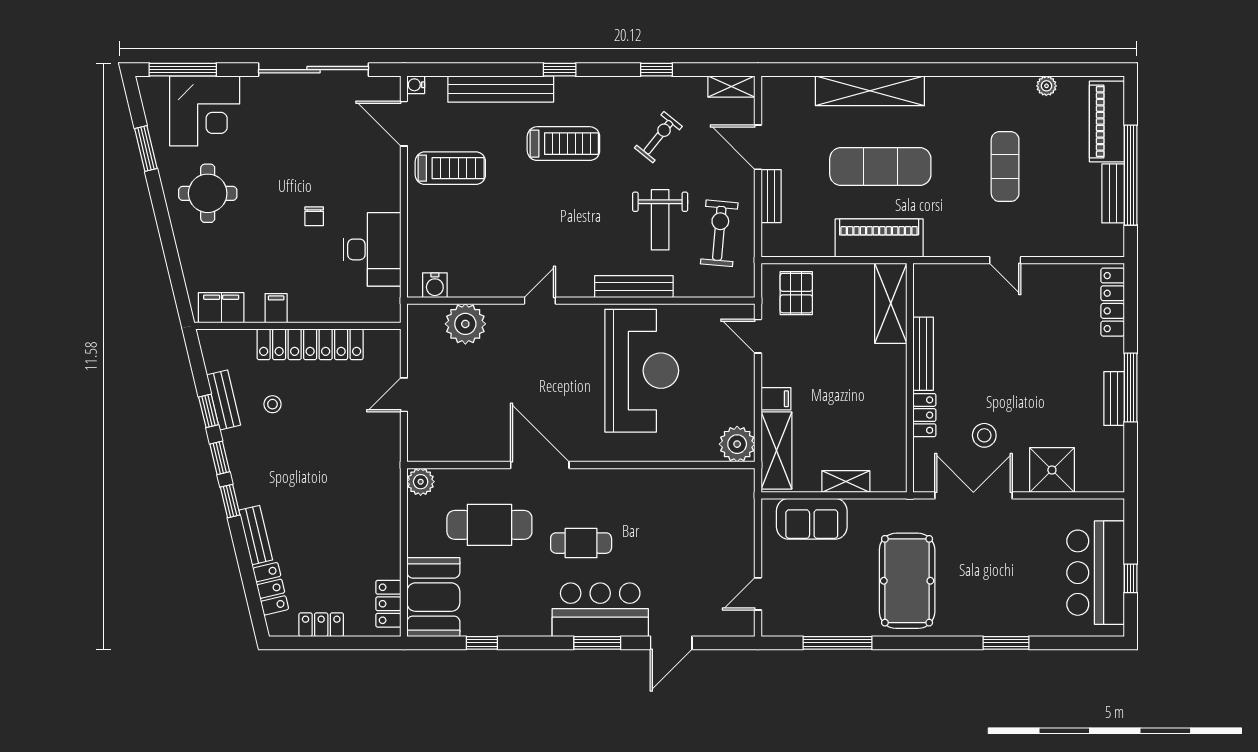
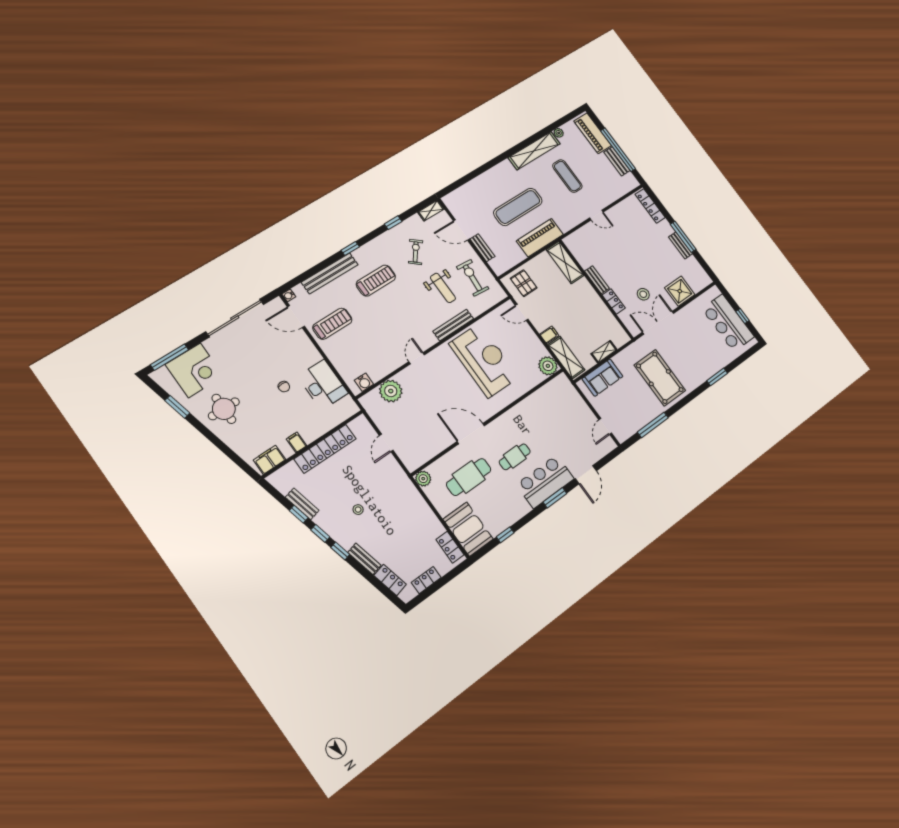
shelving: (870, 91) -> (534, 151), moved
bench: (923, 354) -> (597, 280), width x0.73
stool: (272, 404) -> (358, 510), moved

